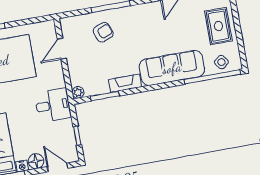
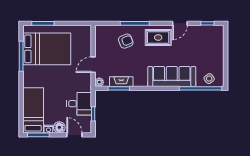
rug: (218, 26) -> (158, 37), moved, turned 90
door: (62, 49) -> (93, 65), moved
fireplace: (125, 83) -> (121, 82), moved
desk: (53, 105) -> (79, 104), moved

